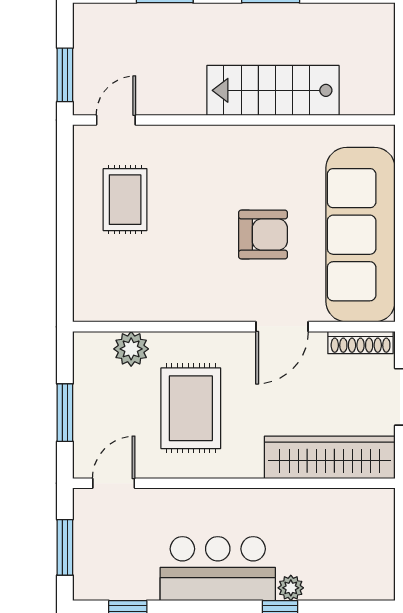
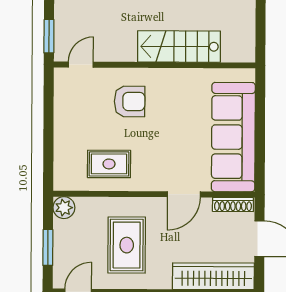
rug: (125, 200) -> (109, 164), moved, turned 90
armchair: (263, 235) -> (130, 101), moved
plant: (131, 349) -> (64, 208), moved

